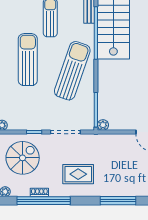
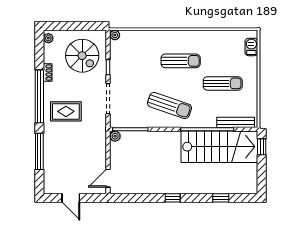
sun lounger: (28, 60) -> (181, 61), width x0.73, depth x0.75
sun lounger: (72, 71) -> (169, 105), width x0.73, depth x0.75
rug: (78, 174) -> (66, 111), turned 90
window: (44, 201) -> (39, 96), moved

